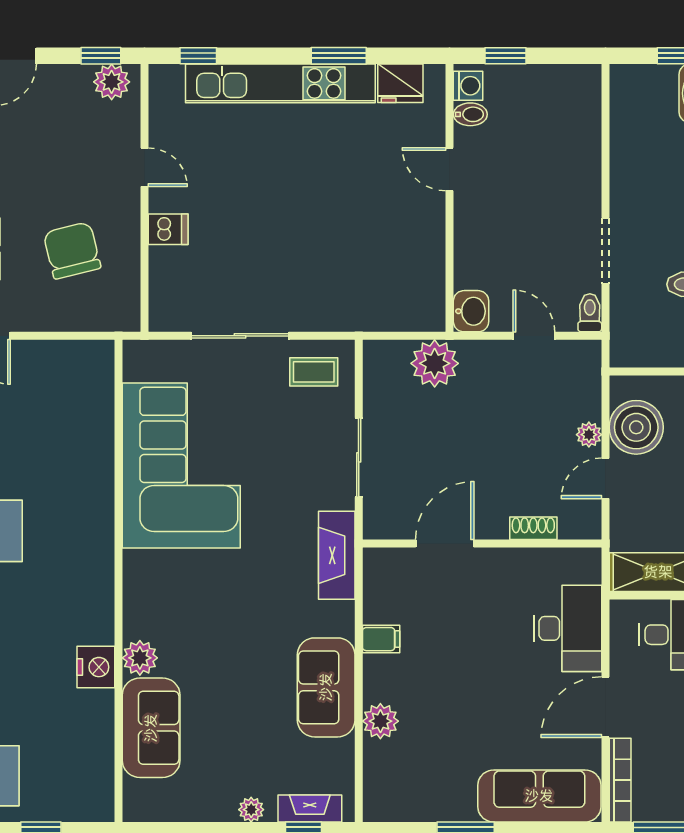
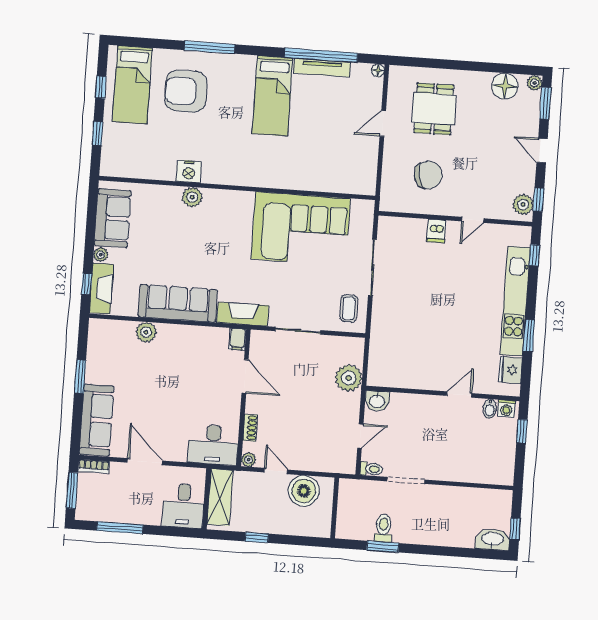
plant: (589, 435) -> (249, 460), moved
desk: (568, 628) -> (213, 445), moved
filing cabinet: (381, 639) -> (237, 339), moved
sofa: (326, 687) -> (178, 303), width x1.36
sofa: (151, 728) -> (113, 218), moved, turned -90
bookcase: (620, 780) -> (94, 466), width x0.64
fireplace: (310, 809) -> (101, 288), width x1.37, depth x1.32

